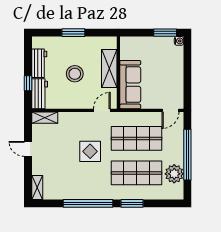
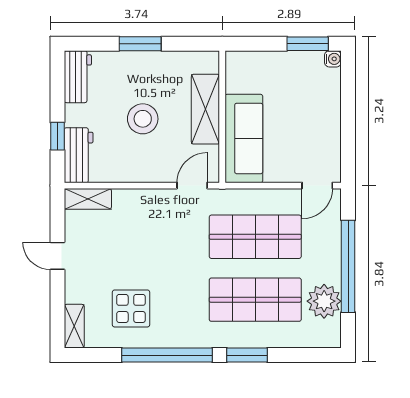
workbench: (39, 63) -> (78, 77), moved
display table: (90, 151) -> (131, 308), moved

